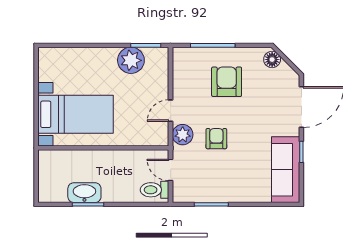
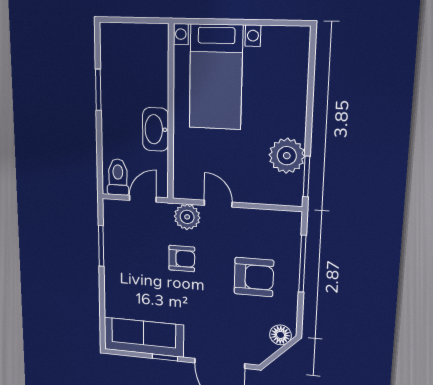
washbasin: (84, 193) -> (156, 129), moved, turned 180

